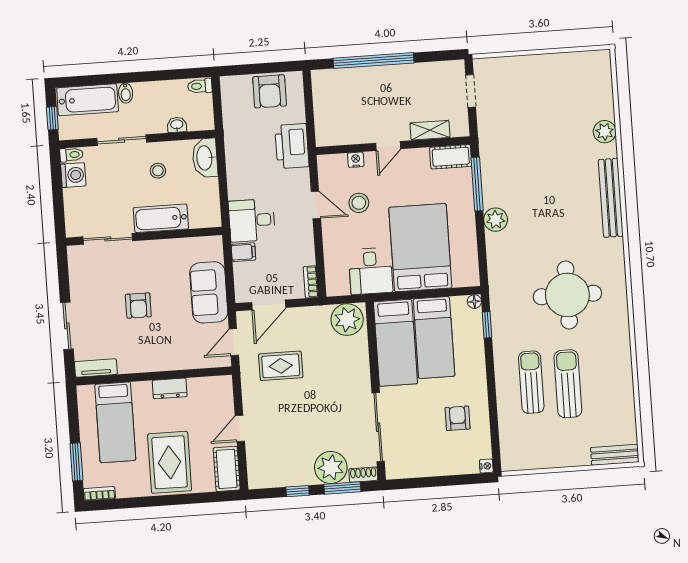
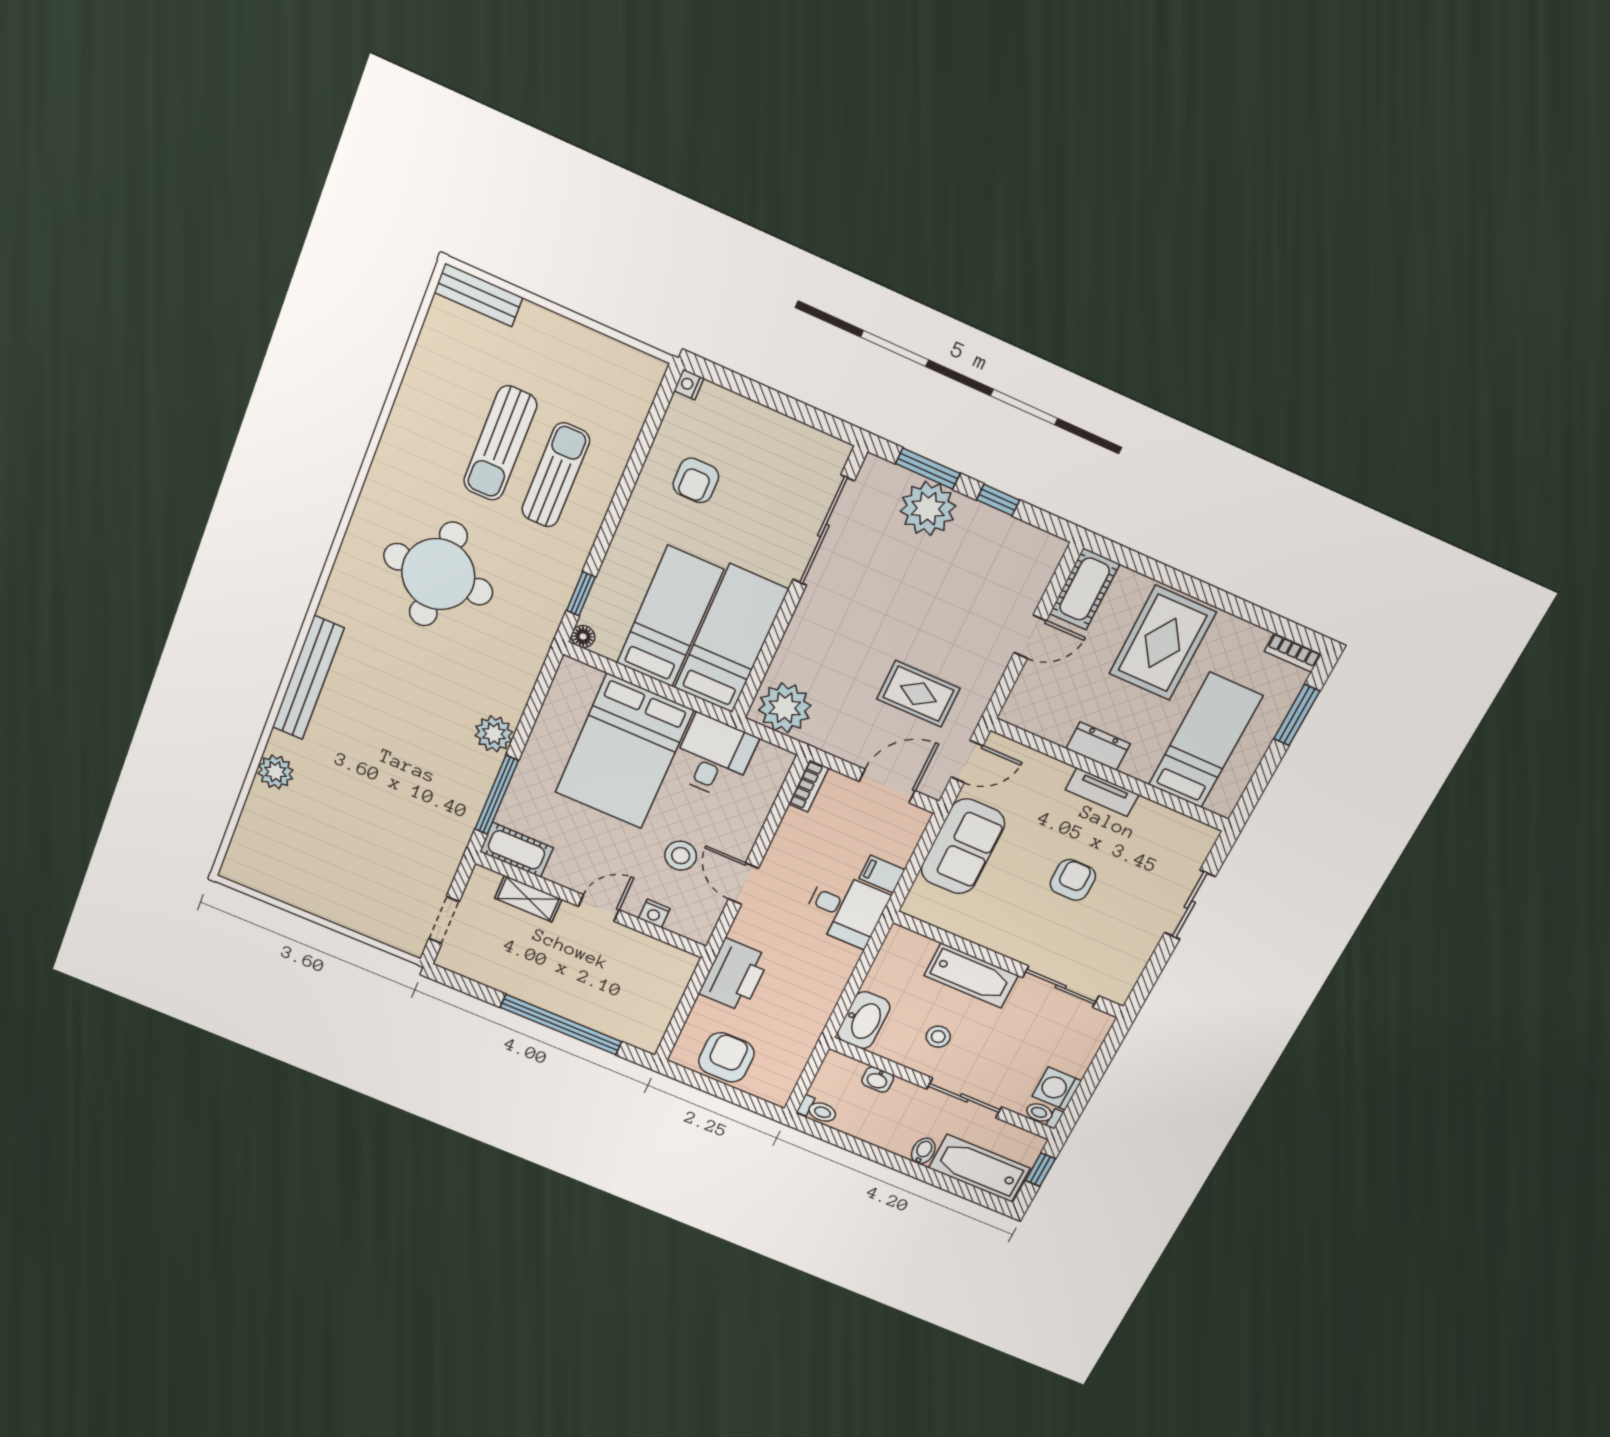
tv unit: (96, 368) -> (1102, 792), moved
sun lounger: (531, 382) -> (556, 475), turned 180
shoe rack: (363, 475) -> (885, 472), removed

